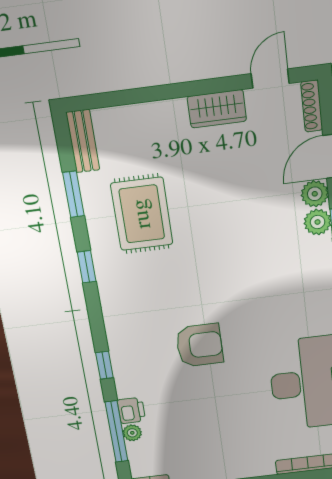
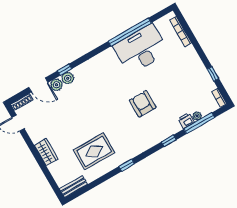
wardrobe: (217, 109) -> (46, 152), moved
window: (73, 194) -> (97, 182), removed

